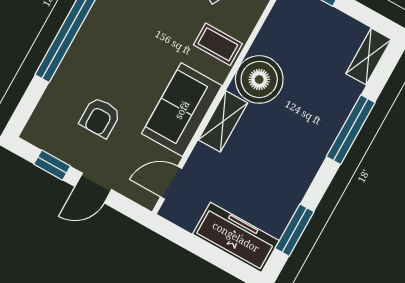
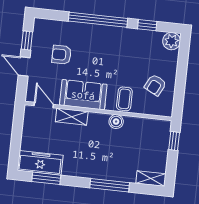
boiler: (259, 79) -> (116, 122), width x0.54, depth x0.54
shelving: (223, 121) -> (72, 117), moved
freezer: (236, 237) -> (40, 163), moved, turned -90

